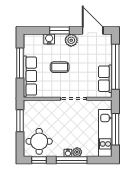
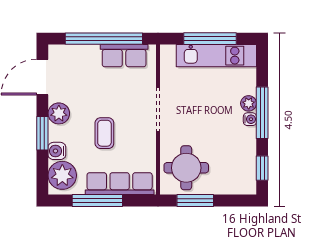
plant: (35, 42) -> (62, 175), added
round table: (39, 141) -> (186, 168), moved

